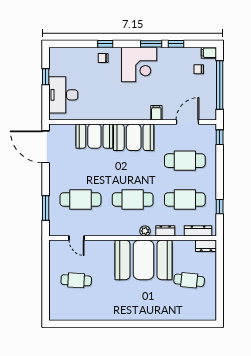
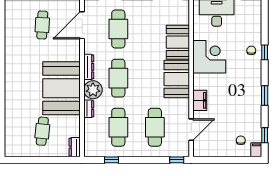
window: (176, 44) -> (265, 135), moved
corner desk: (139, 64) -> (209, 57), moved, turned 180
window: (220, 85) -> (226, 160), removed
filing cabinet: (156, 113) -> (200, 100), width x2.00
door: (188, 122) -> (191, 130), hinge flipped
plant: (145, 231) -> (93, 90), width x1.88, depth x1.88
dresser: (198, 231) -> (89, 67), moved
door: (77, 238) -> (82, 25), width x1.88

